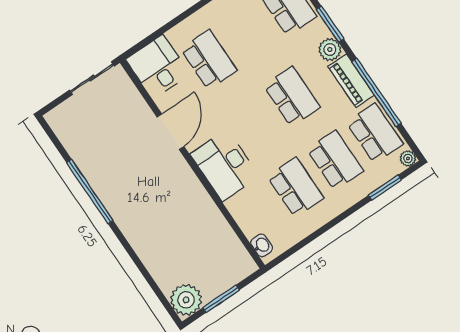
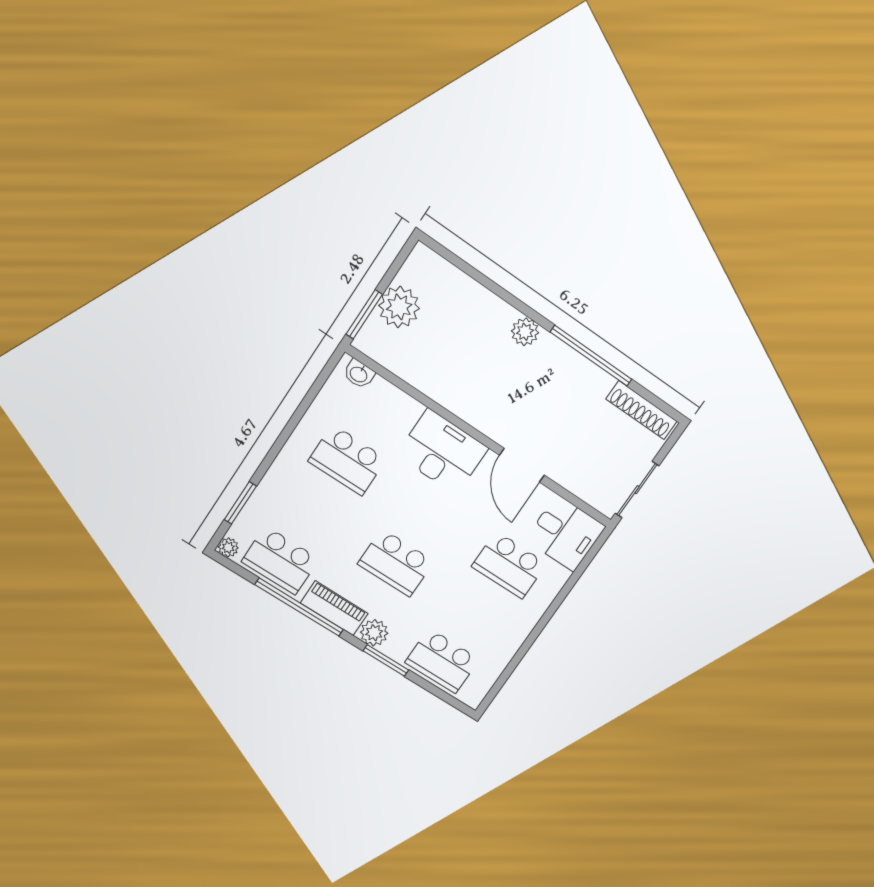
shoe rack: (67, 137) -> (642, 410), added
school desk: (335, 160) -> (314, 511), removed
plant: (131, 228) -> (525, 332), added
window: (221, 299) -> (364, 314), moved
plant: (186, 300) -> (399, 307), moved

